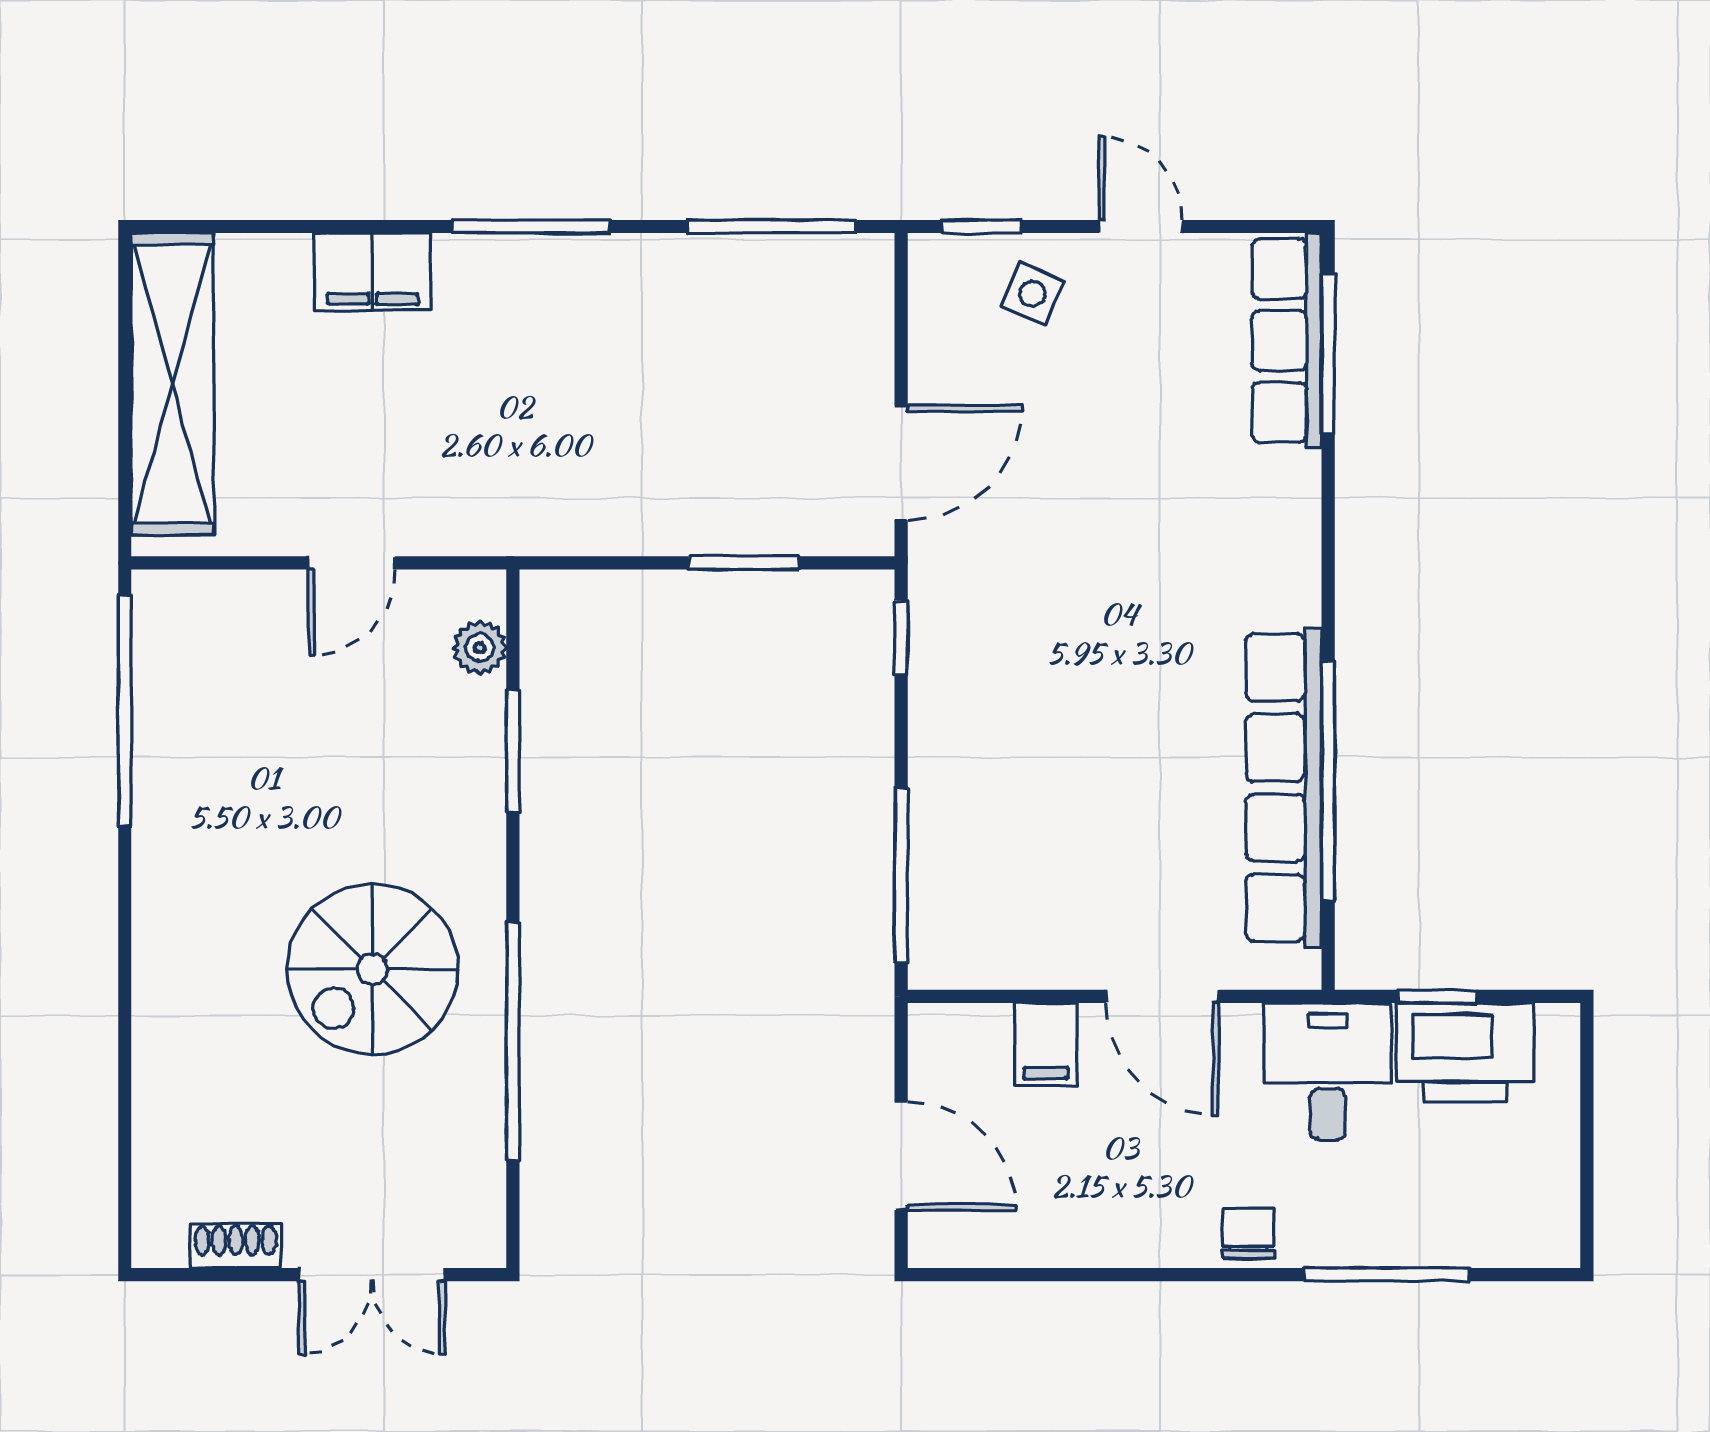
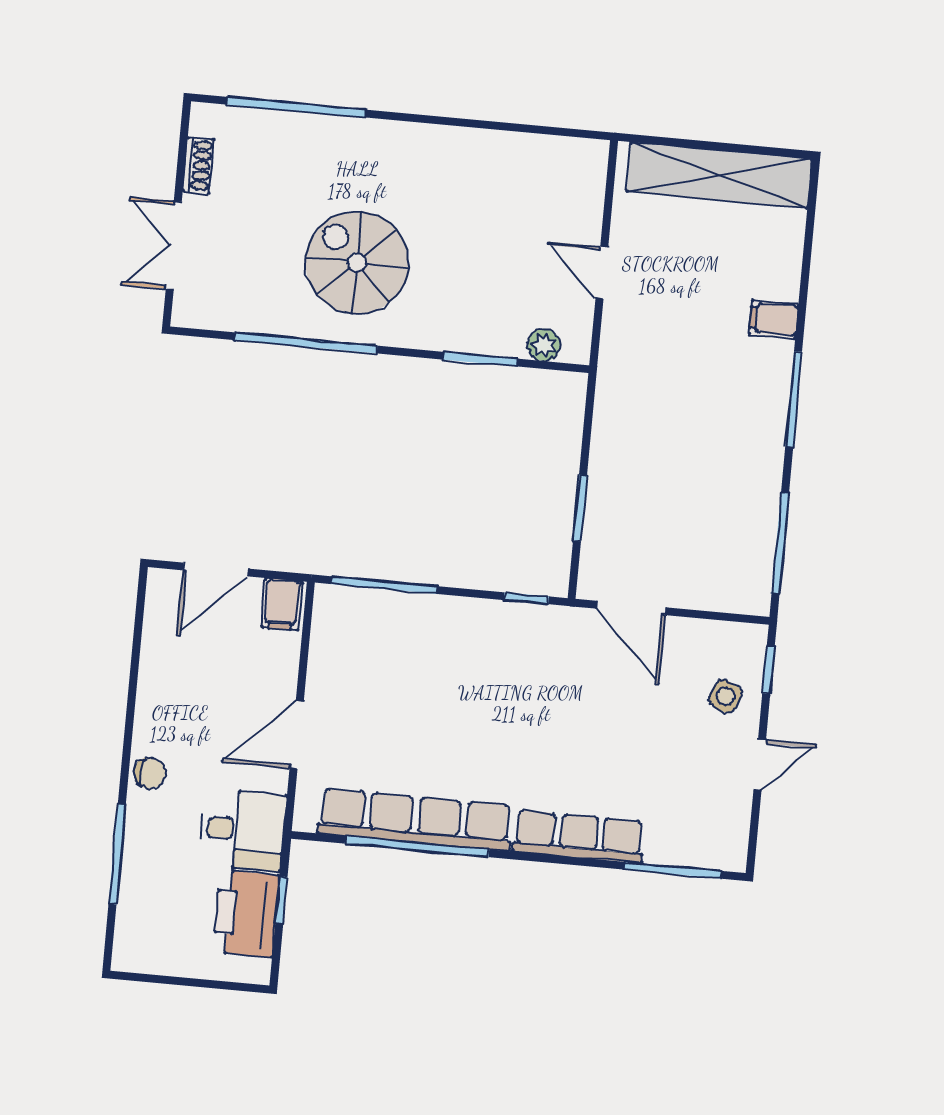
filing cabinet: (373, 272) -> (774, 319), width x0.50
row of seats: (1287, 340) -> (579, 837), moved
window: (125, 711) -> (296, 107), moved
filing cabinet: (1046, 1044) -> (282, 604), moved, turned -90

